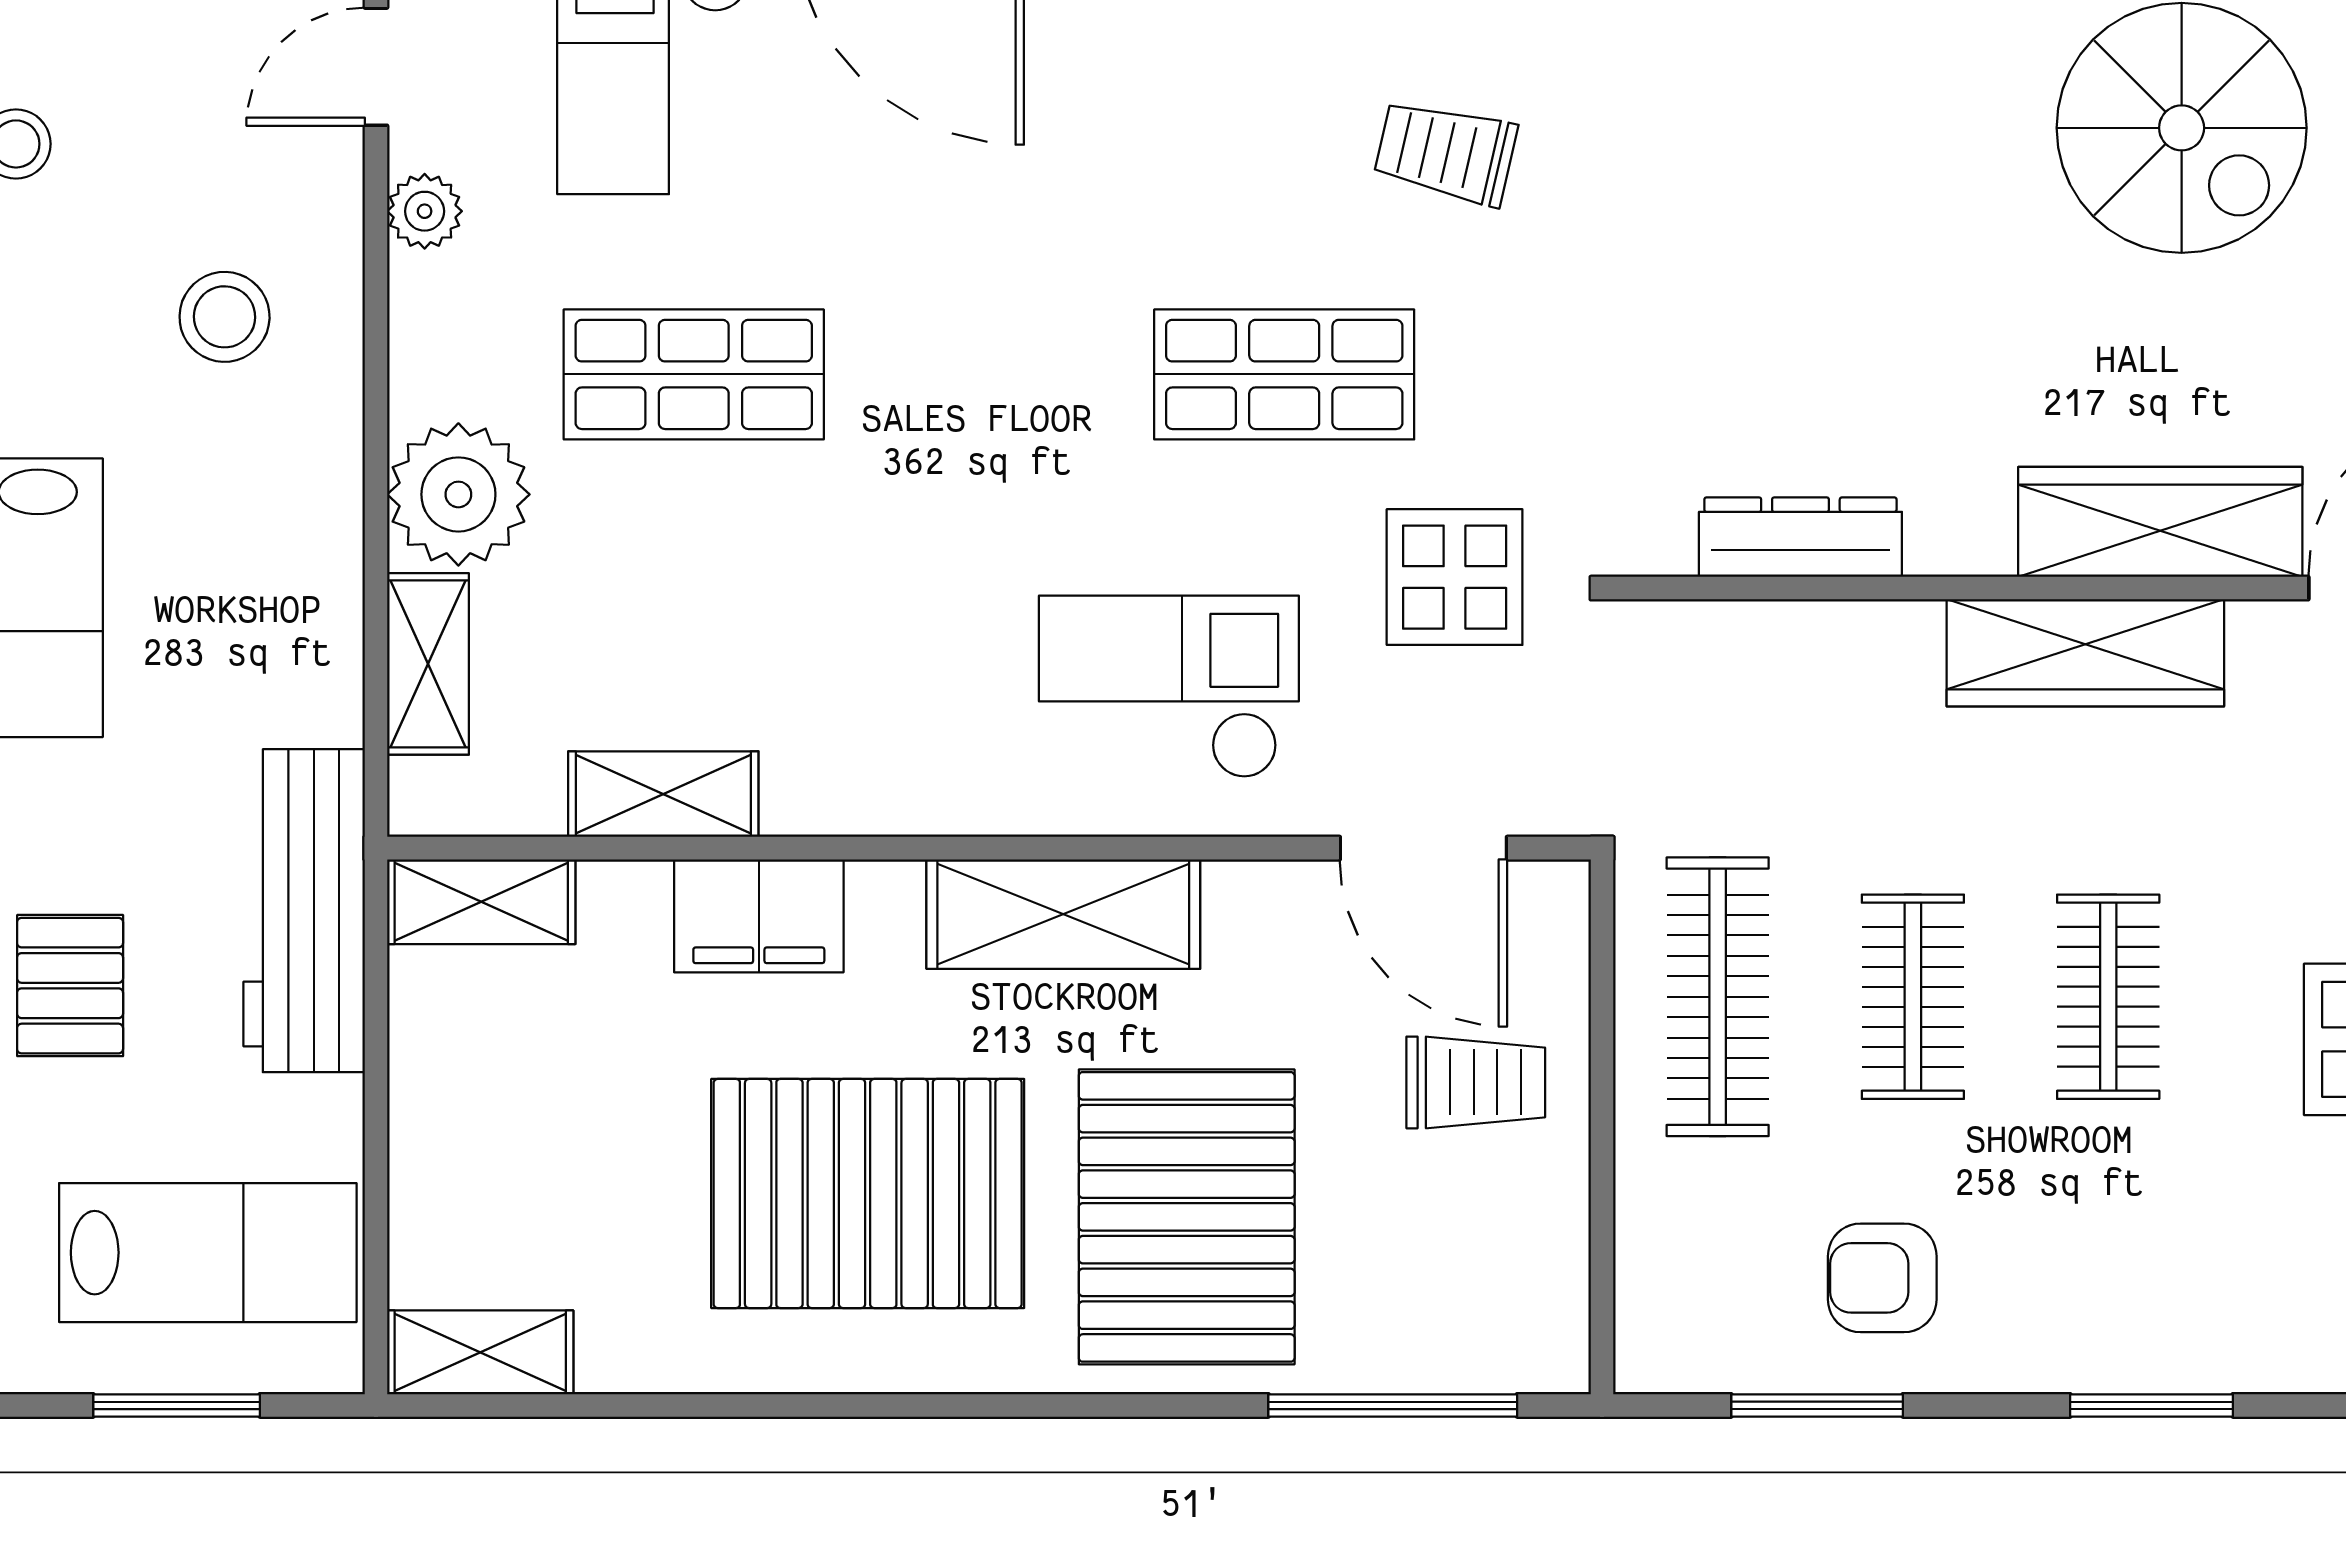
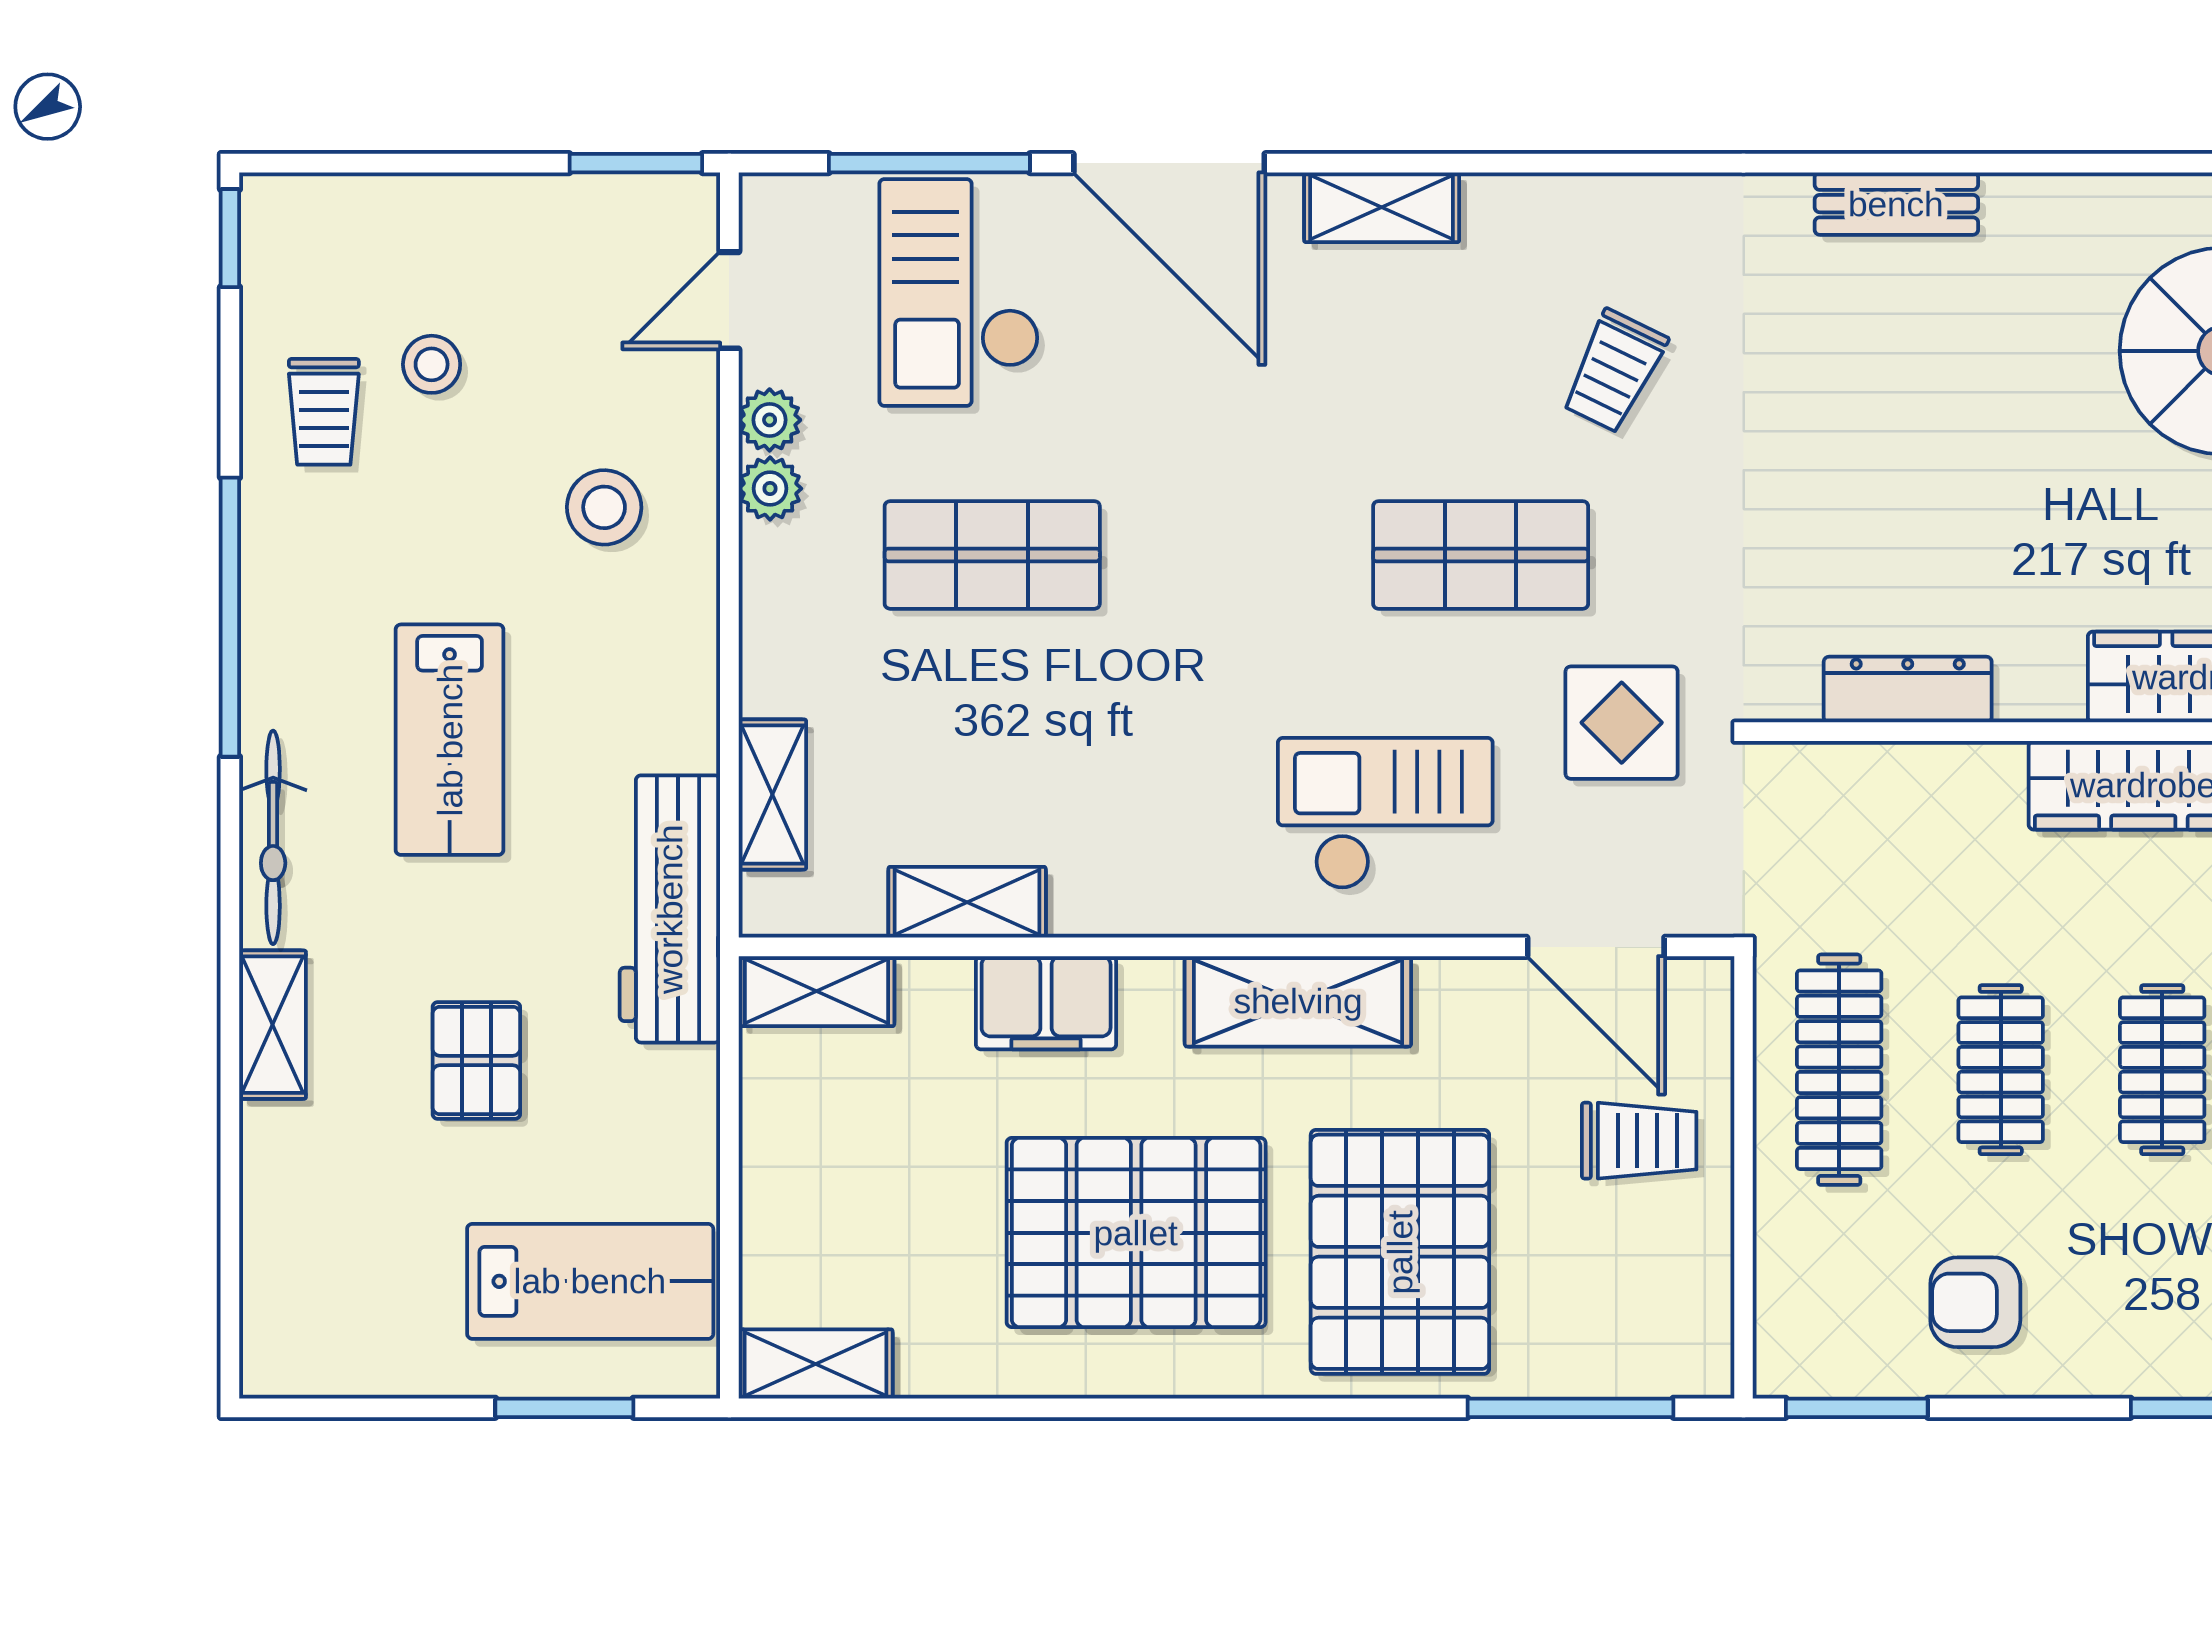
trolley: (1446, 152) -> (1614, 371), turned -77
plant: (458, 494) -> (770, 489), moved, width x0.53, depth x0.53
workbench: (304, 911) -> (670, 909), moved
window: (1817, 1405) -> (1857, 1408), moved

